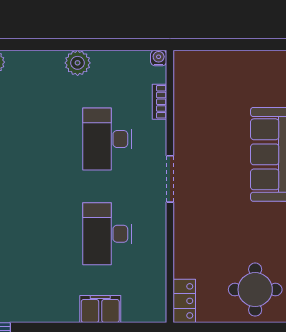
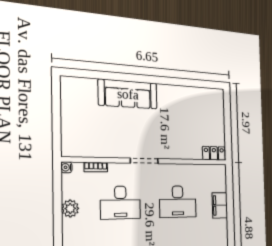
plant: (78, 63) -> (70, 208), moved
round table: (255, 290) -> (207, 109), removed

